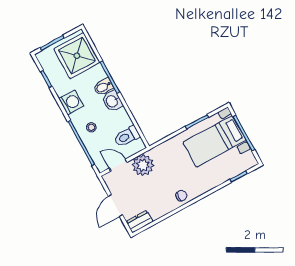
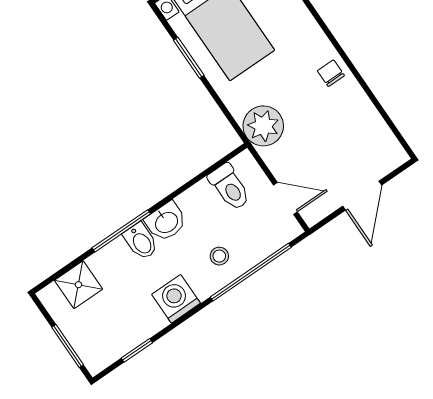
shower: (77, 56) -> (78, 285), width x0.54, depth x0.54
door: (118, 165) -> (285, 198), swing flipped
plant: (143, 165) -> (263, 126), moved
door: (115, 206) -> (362, 196), hinge flipped
dresser: (139, 222) -> (388, 147), removed

